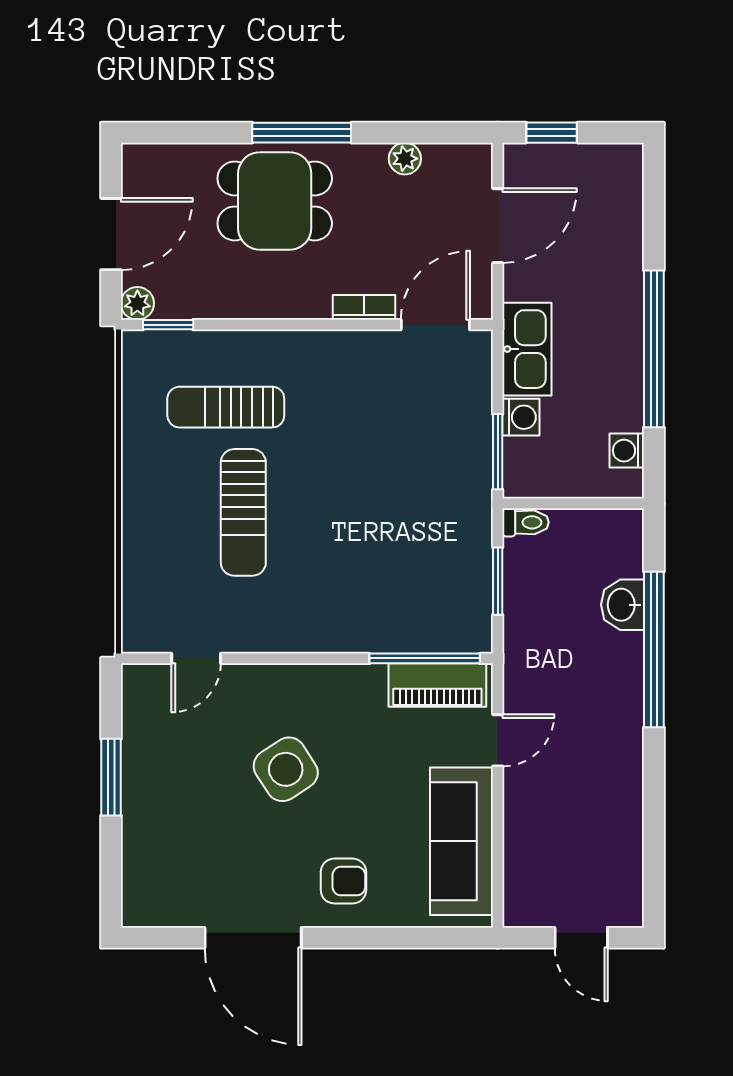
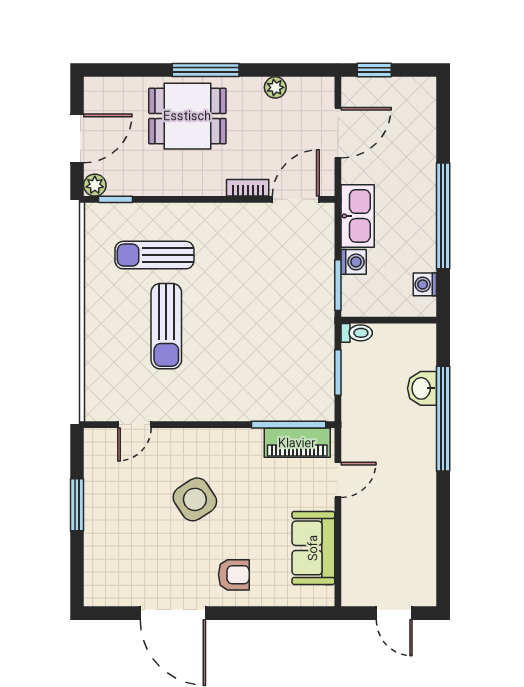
sofa: (461, 841) -> (313, 548), width x0.73

